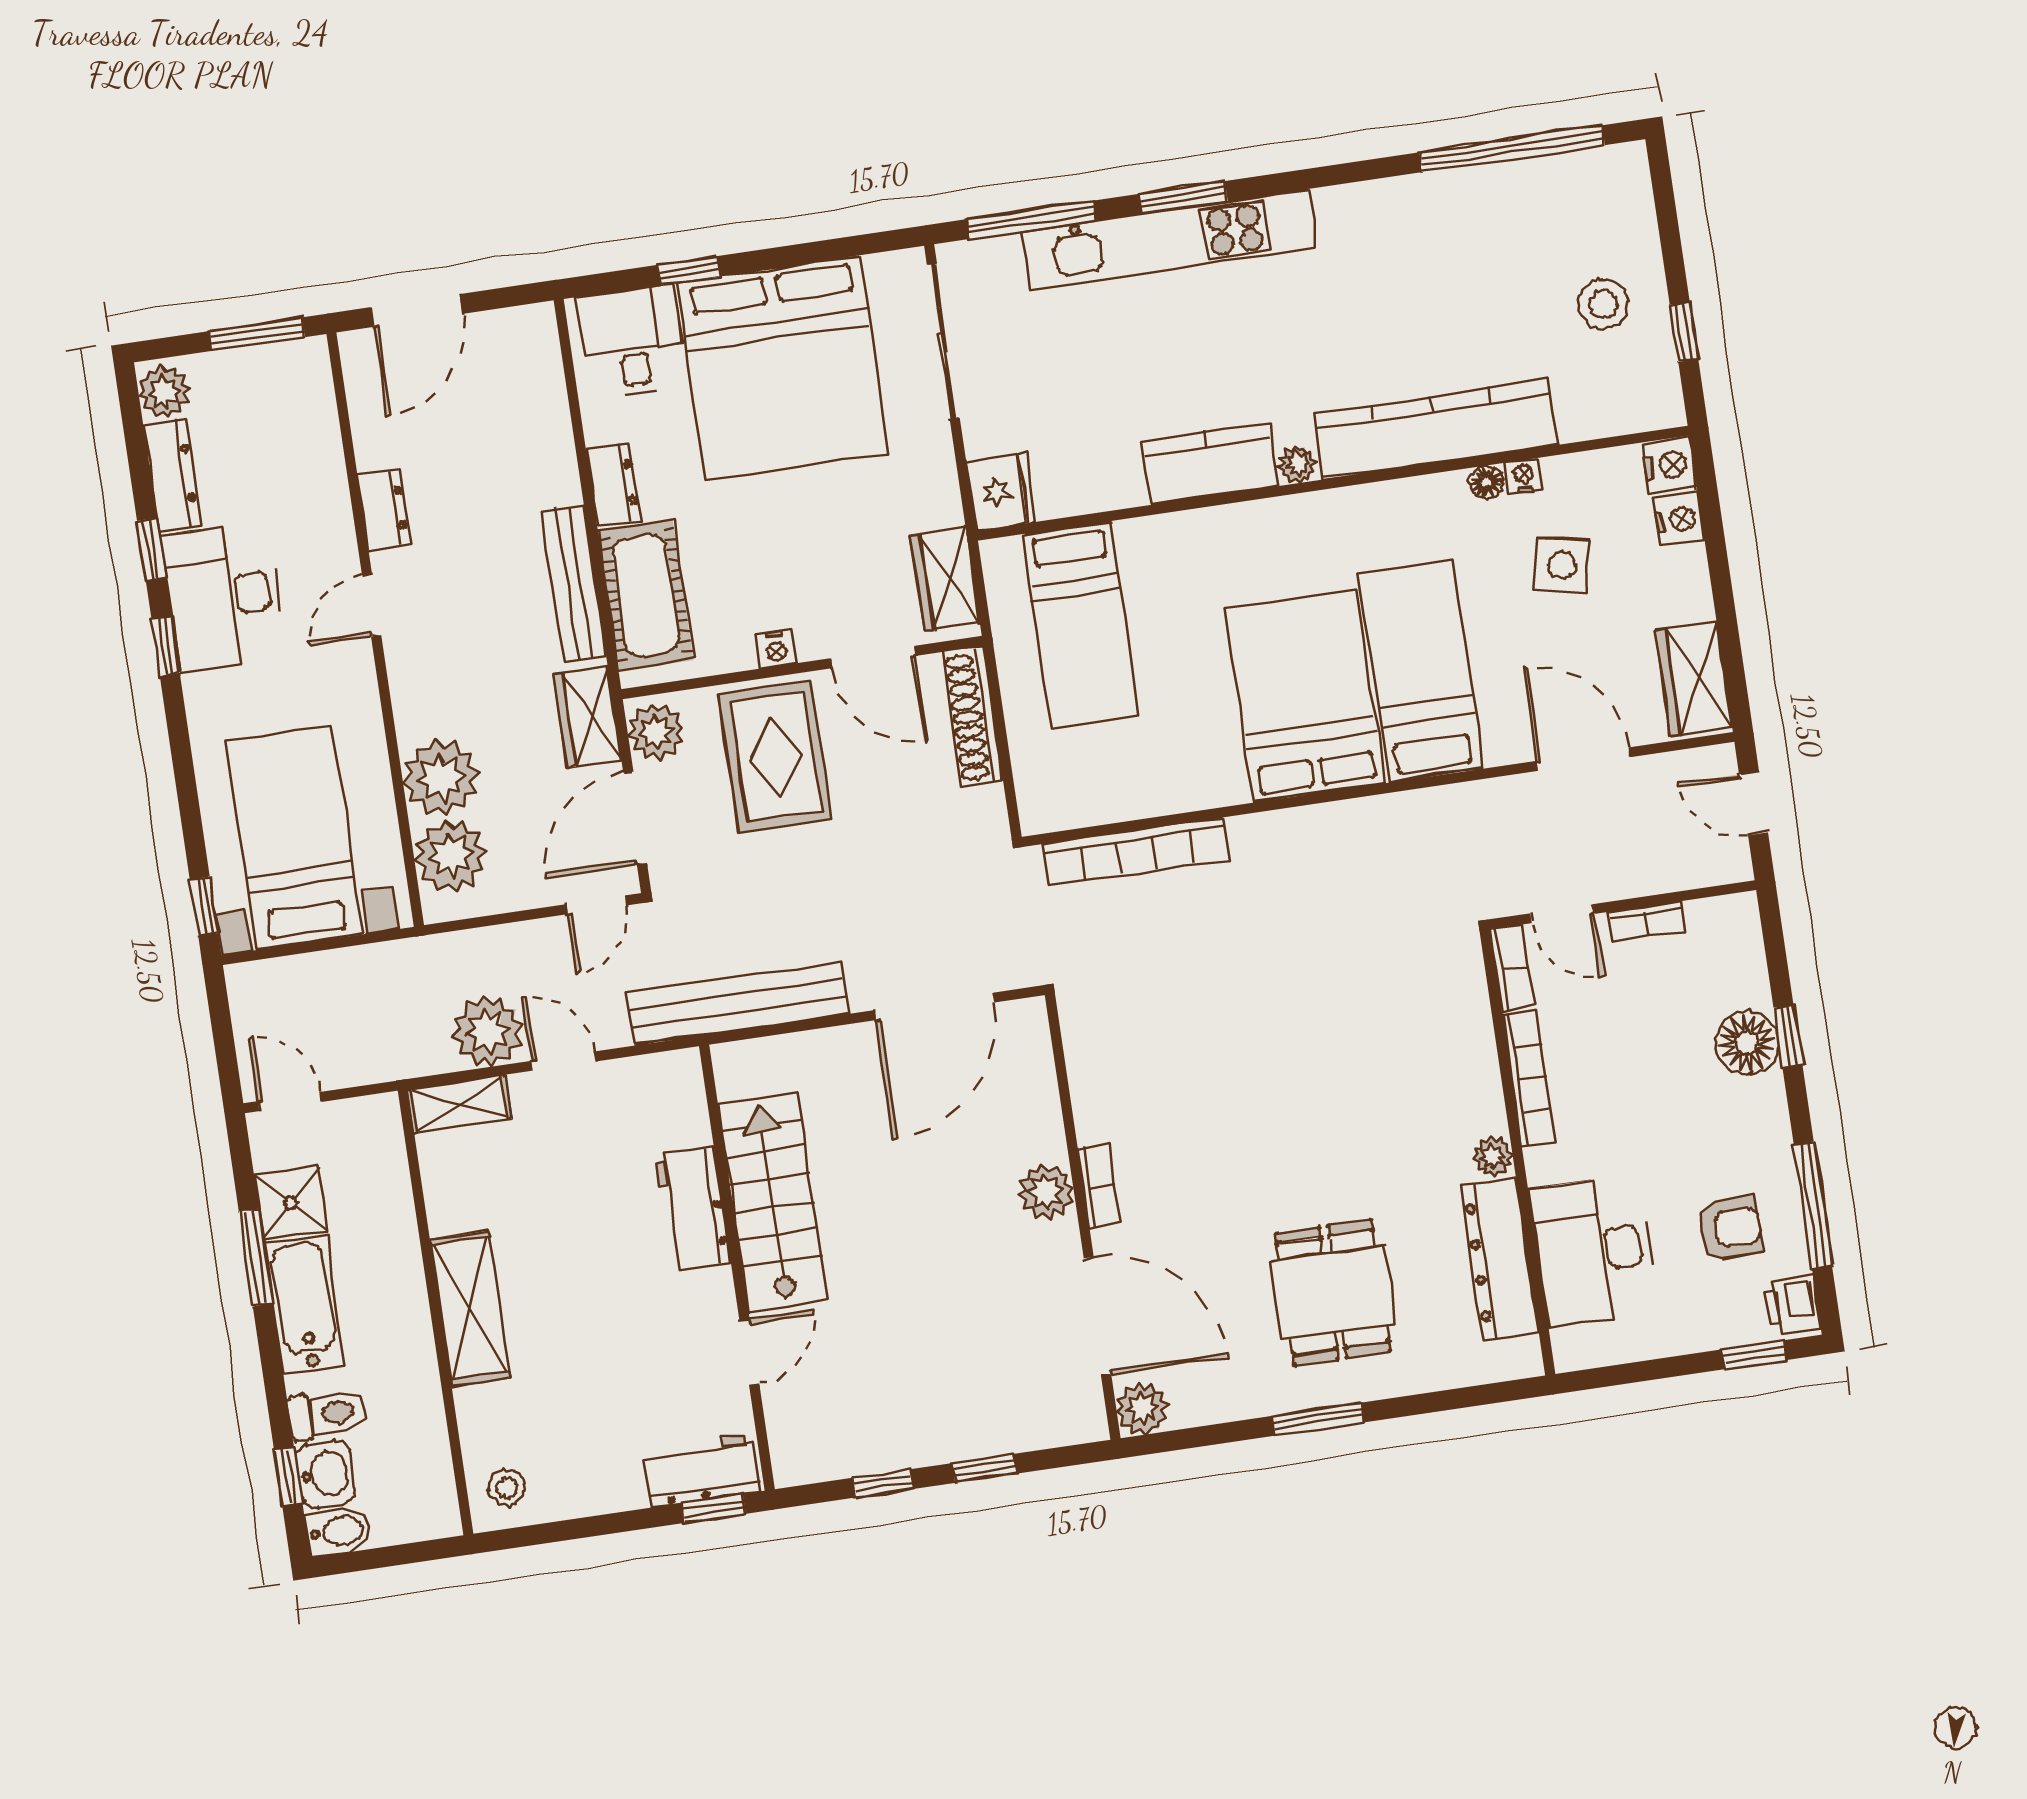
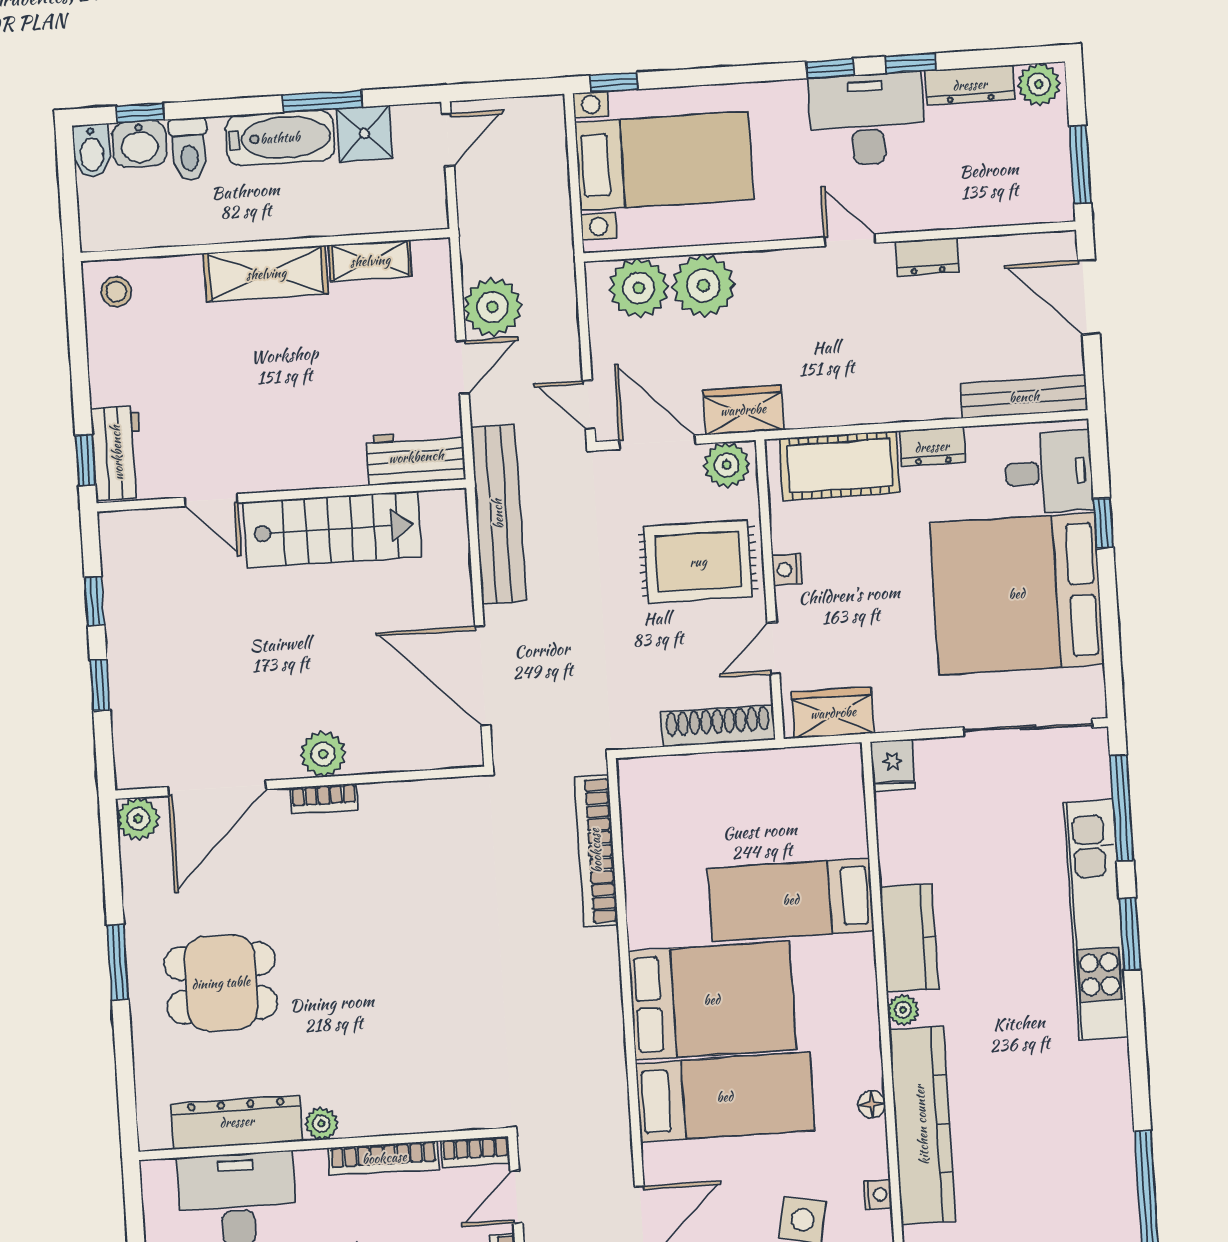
floor lamp: (1486, 482) -> (872, 1104), moved
fridge: (1001, 492) -> (893, 765), width x0.72
bench: (574, 584) -> (1024, 397), moved
bed: (1081, 625) -> (791, 900), moved
door: (873, 657) -> (773, 648), width x0.73
shelving: (460, 1104) -> (370, 261), moved, turned 90
workbench: (692, 1209) -> (416, 457), moved

